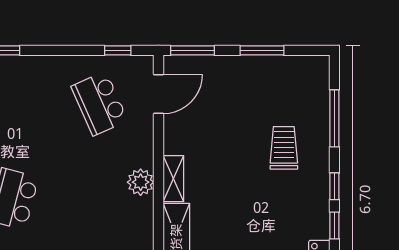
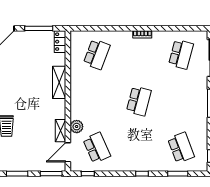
shelving: (173, 179) -> (61, 131), moved
plant: (141, 182) -> (77, 127), moved

